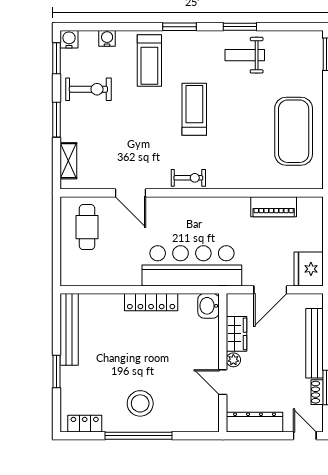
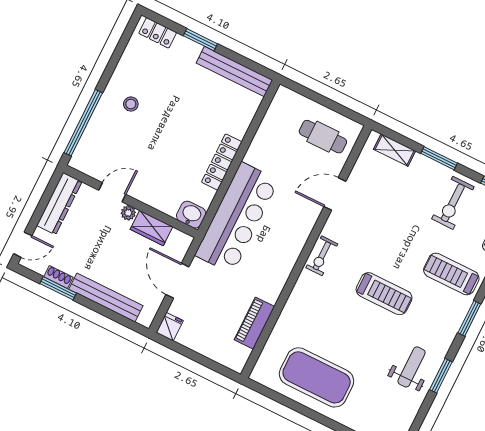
fridge: (309, 269) -> (170, 327), width x0.53, depth x0.75
stool: (140, 403) -> (131, 104), width x0.53, depth x0.53
locker: (85, 424) -> (158, 33), moved, turned 90
window: (138, 436) -> (83, 123), moved

